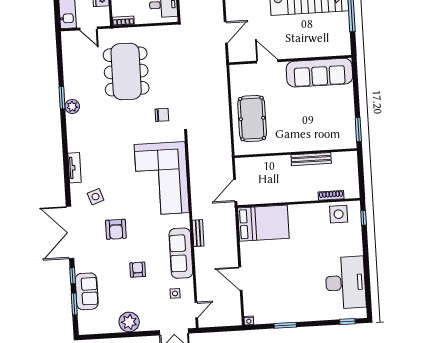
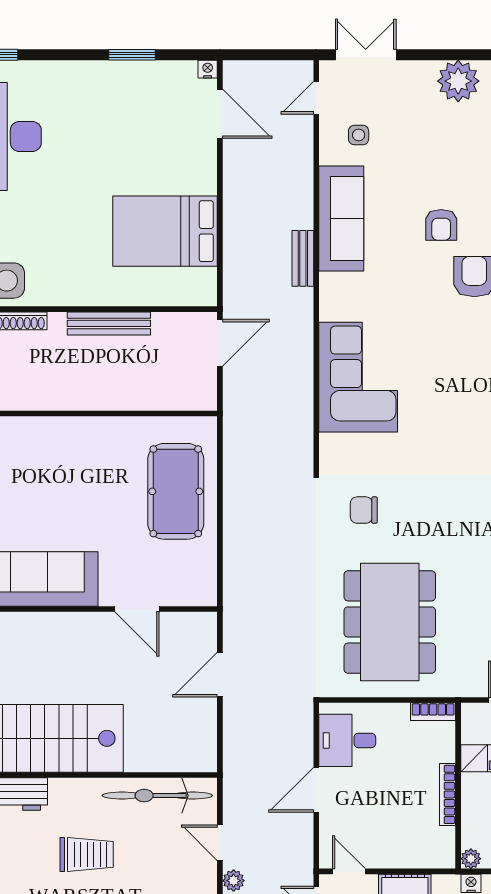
dining table: (126, 71) -> (390, 622), moved
bench: (311, 159) -> (109, 323), moved
corner sofa: (162, 178) -> (358, 377), width x0.73, depth x0.74
bed: (263, 223) -> (165, 231), moved
armchair: (138, 270) -> (441, 225), moved
door: (240, 279) -> (220, 114), moved

